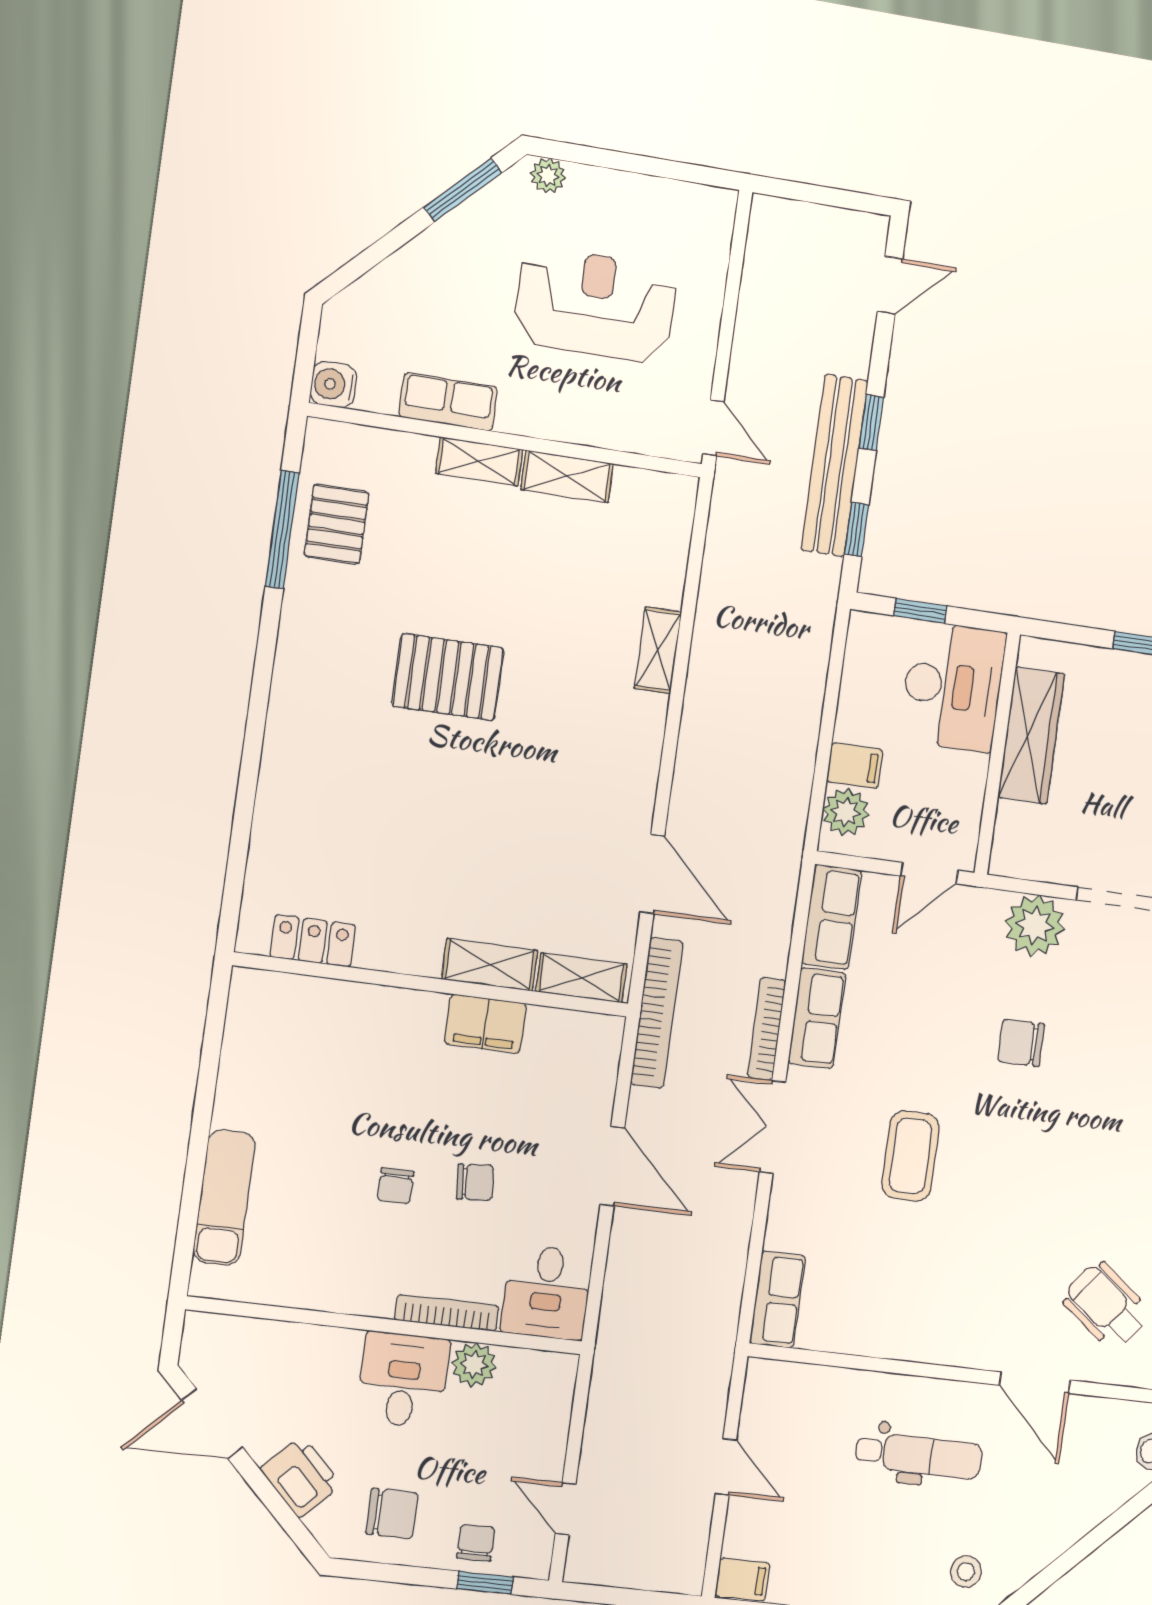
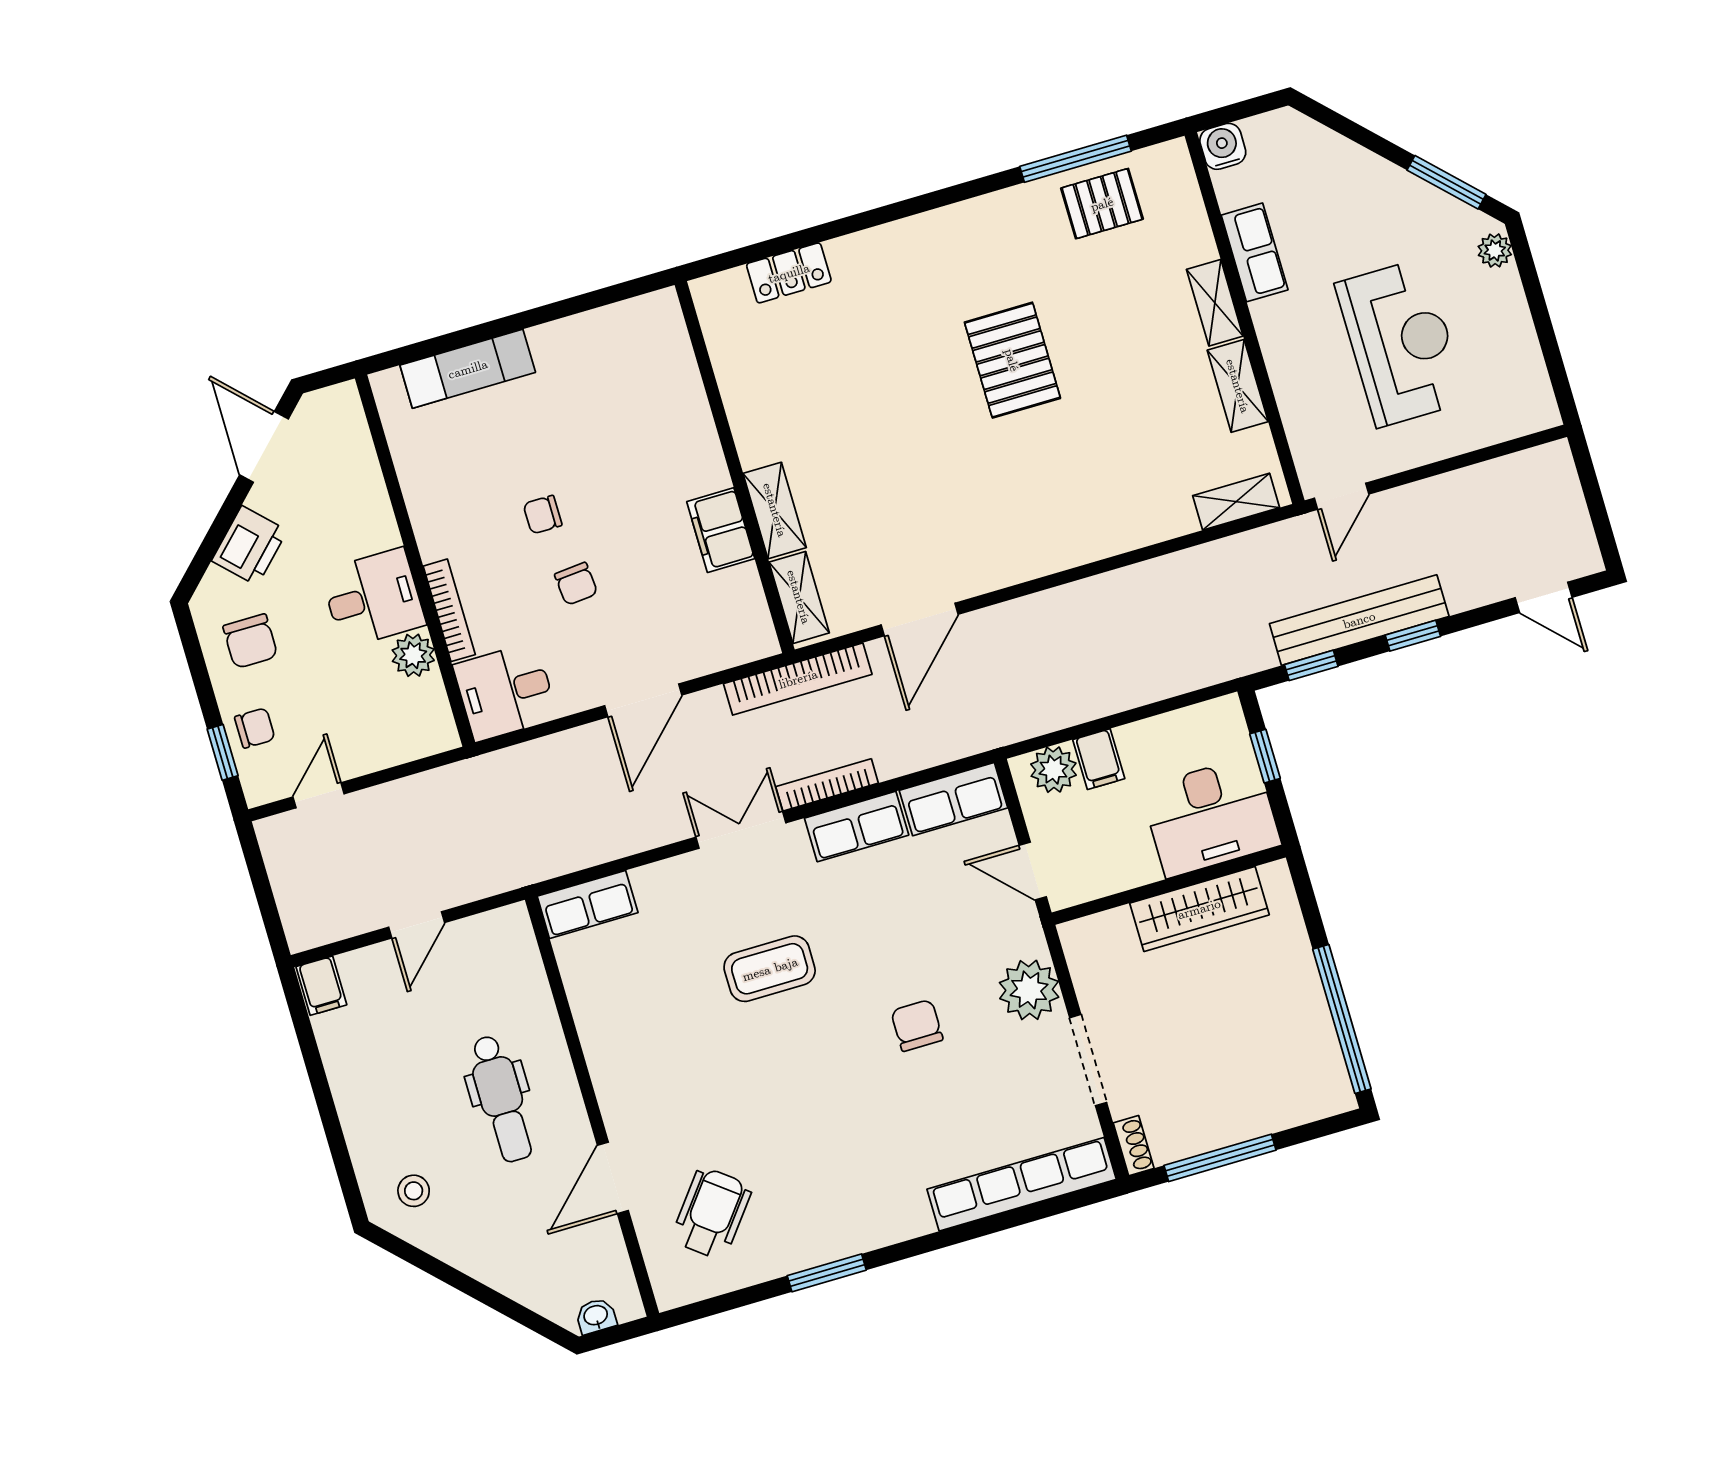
shelving: (658, 650) -> (1236, 502), moved
locker: (313, 941) -> (789, 273), moved, turned 90

